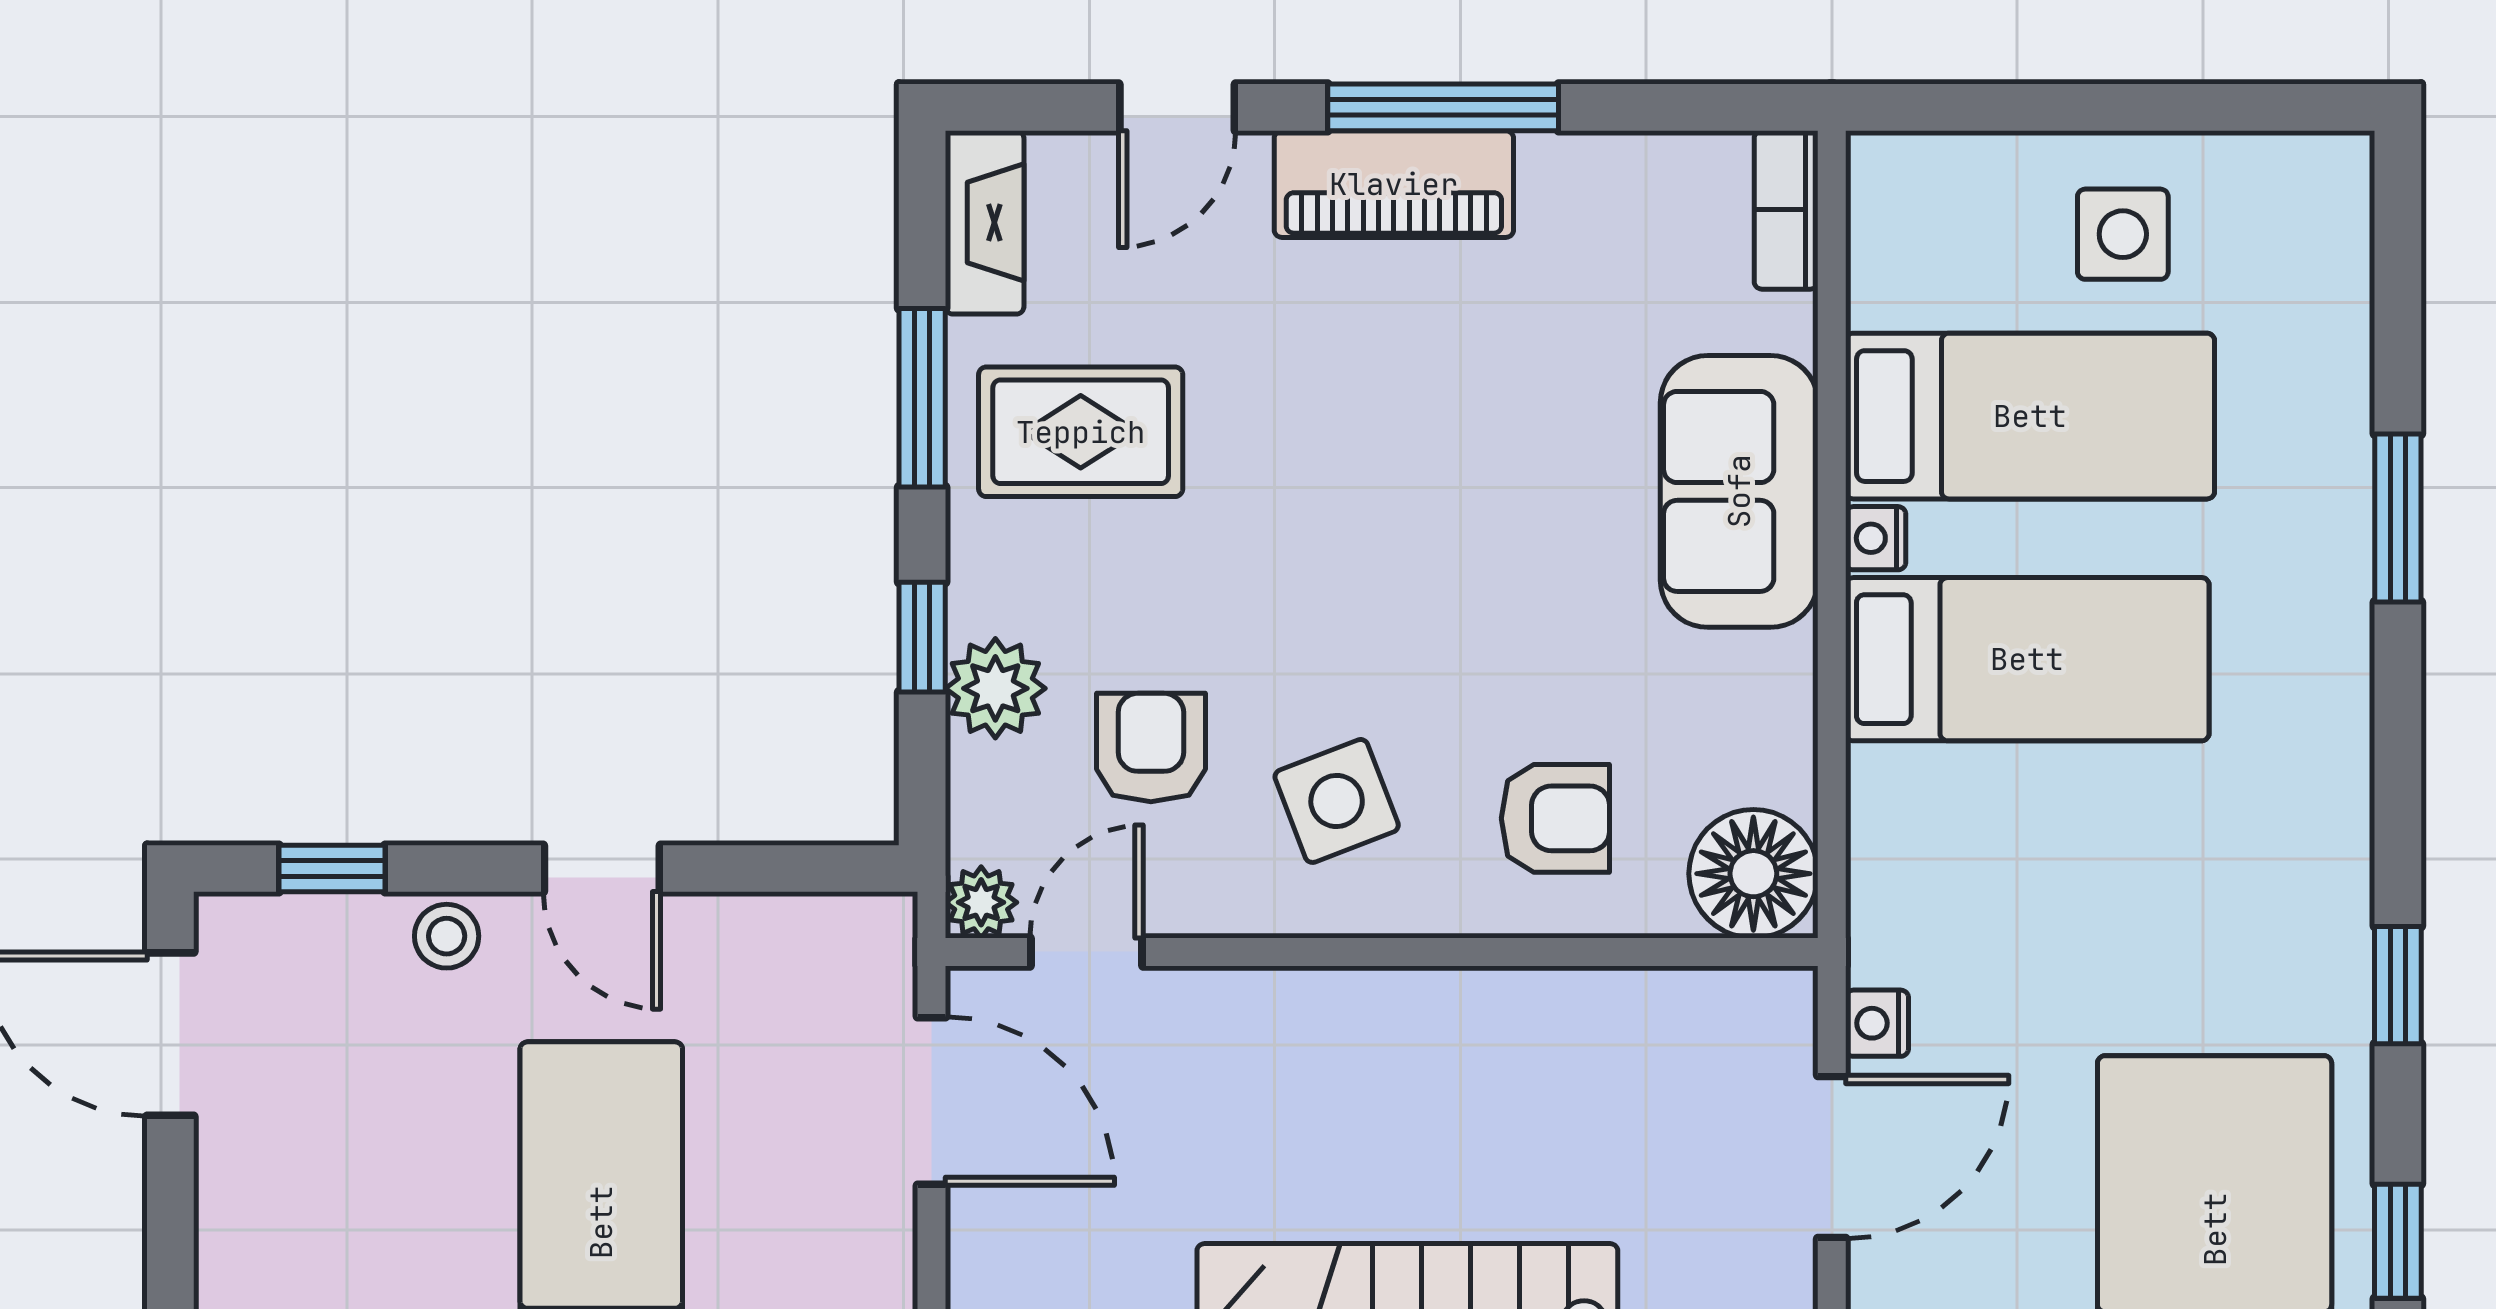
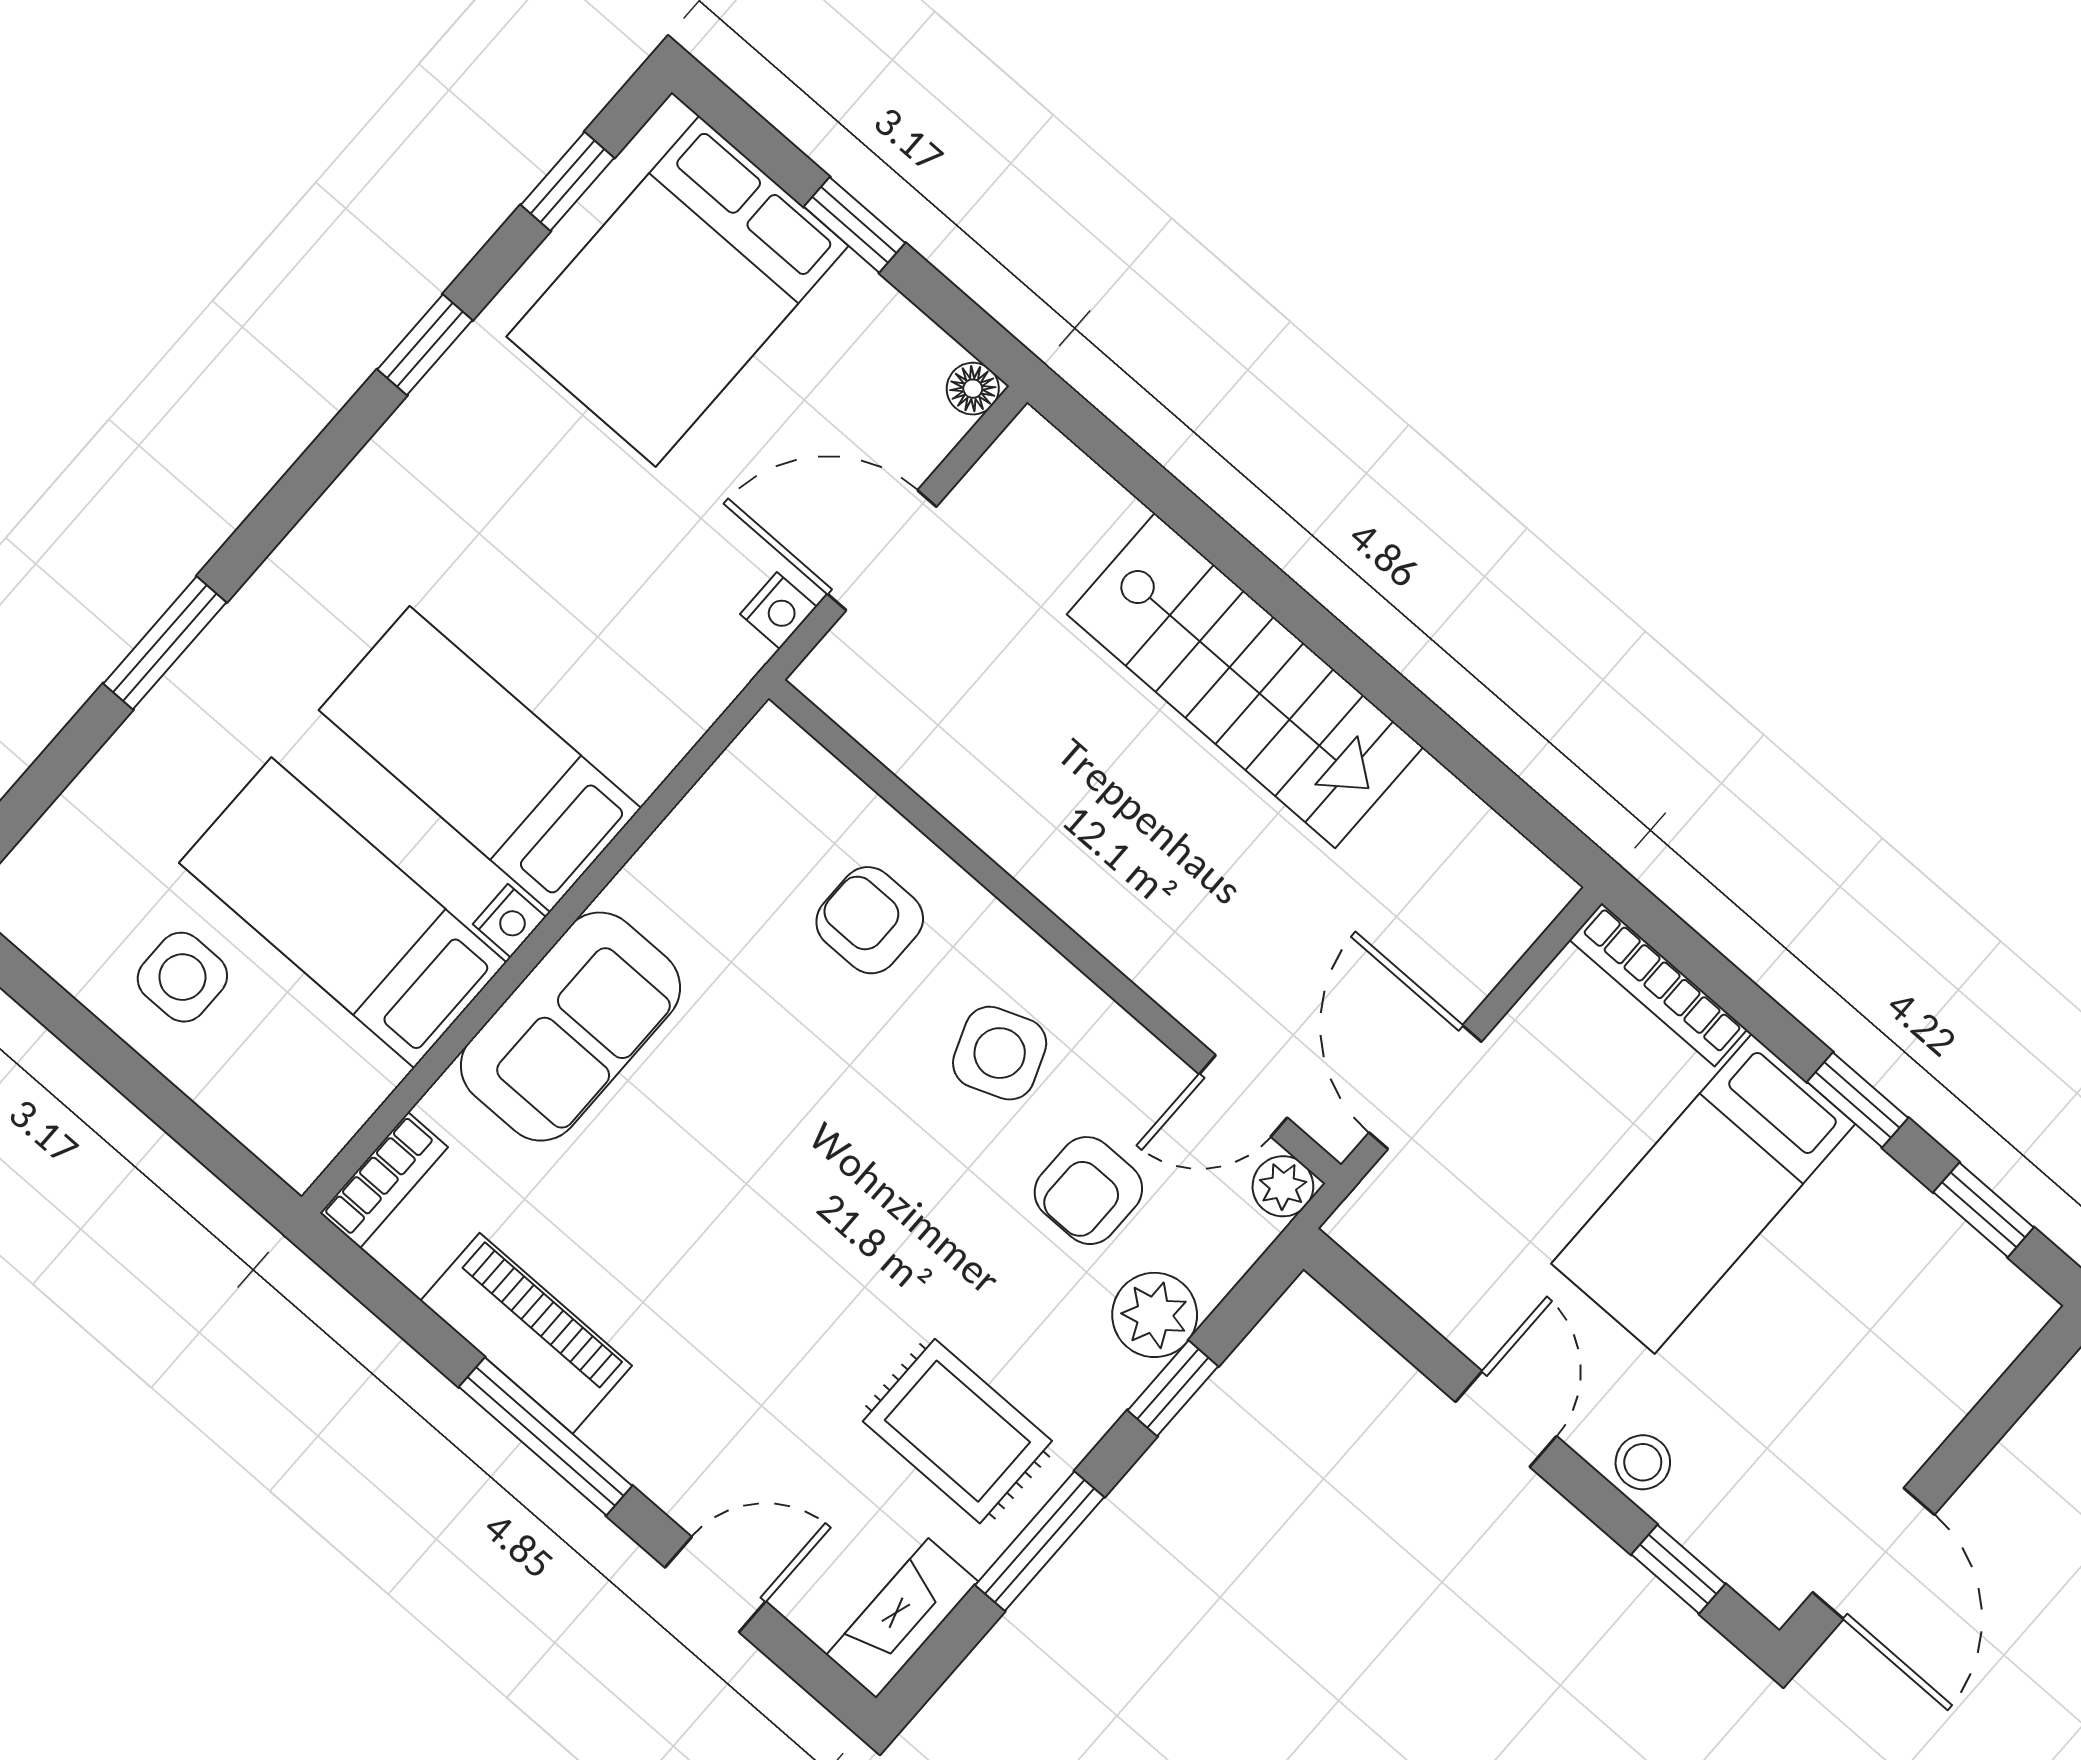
piano: (1394, 184) -> (526, 1333), moved
floor lamp: (1753, 874) -> (774, 775), removed

